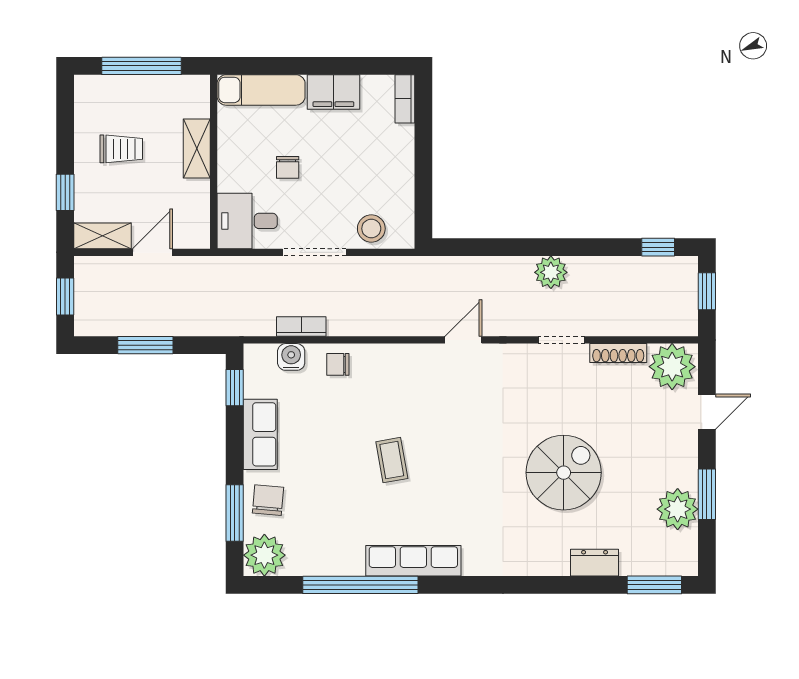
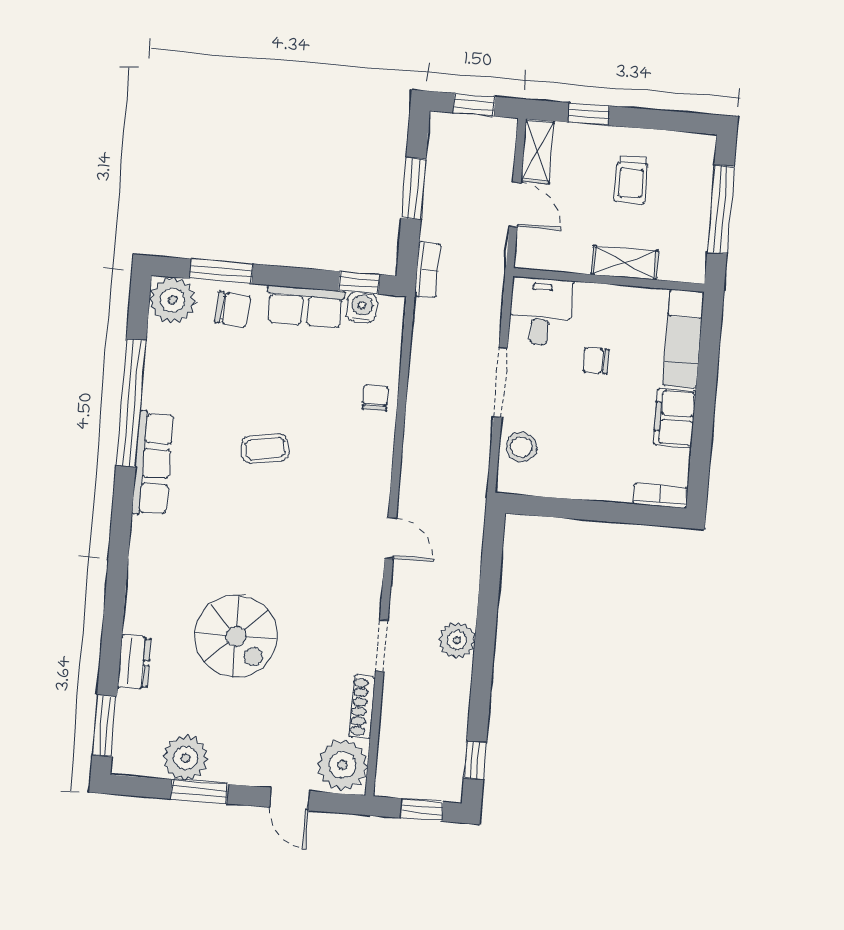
bookcase: (301, 327) -> (427, 270), moved
water cooler: (291, 357) -> (362, 307), moved, turned -90

